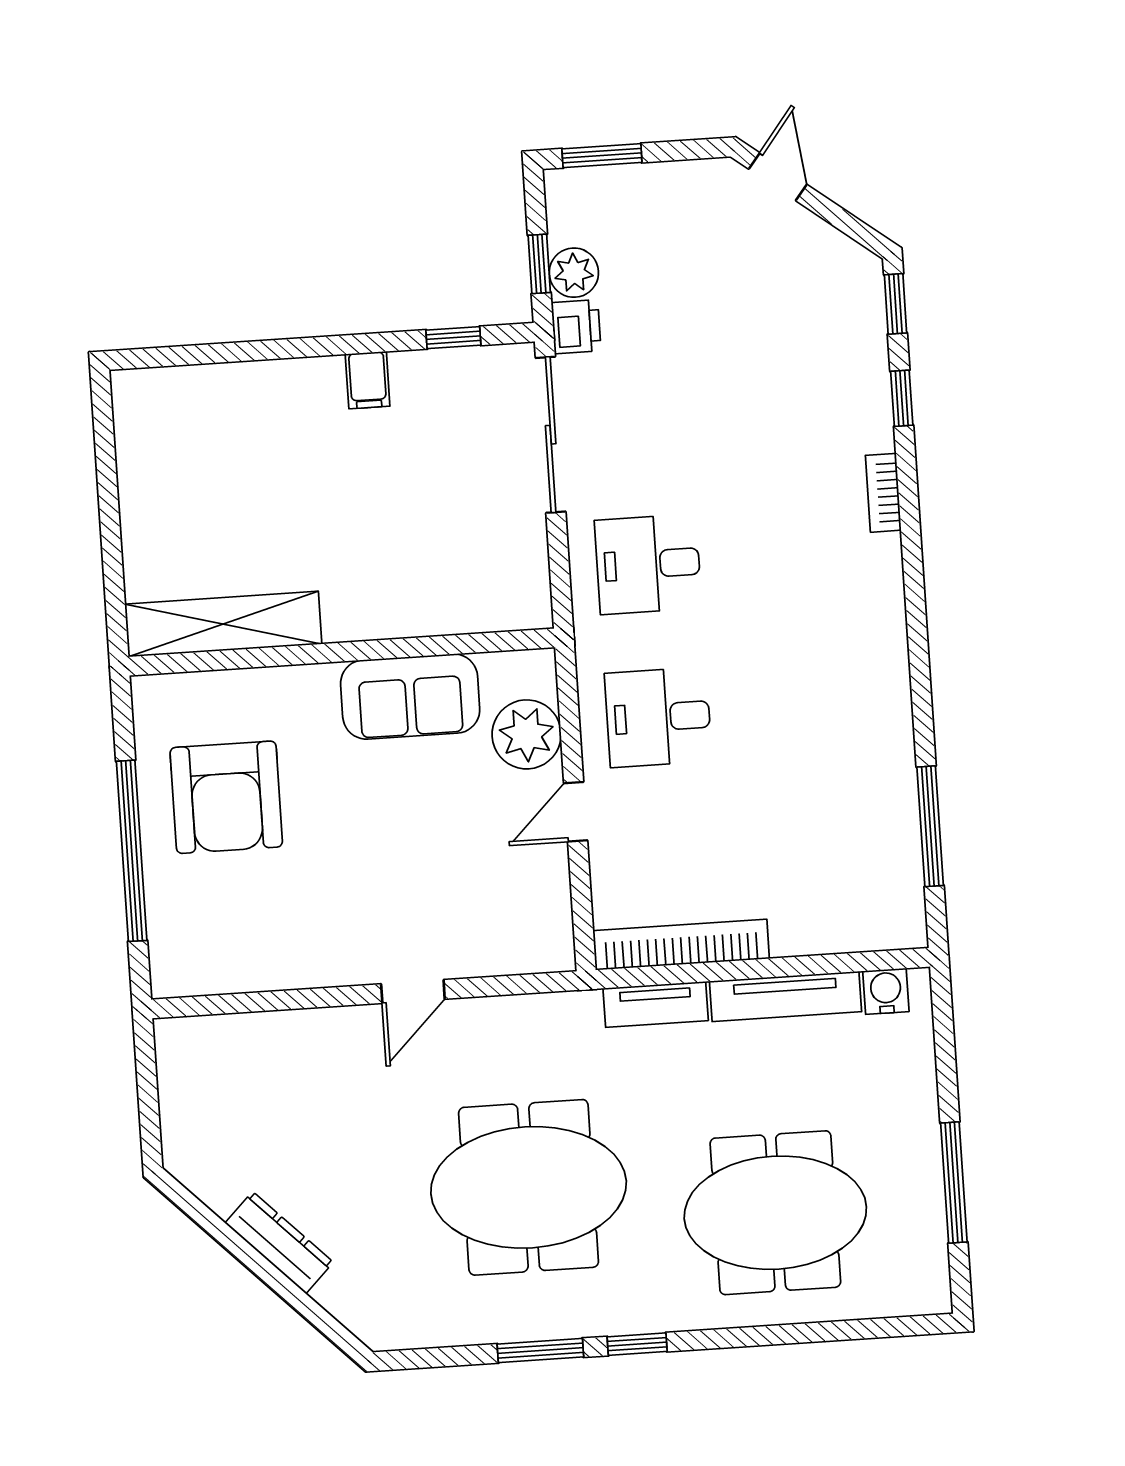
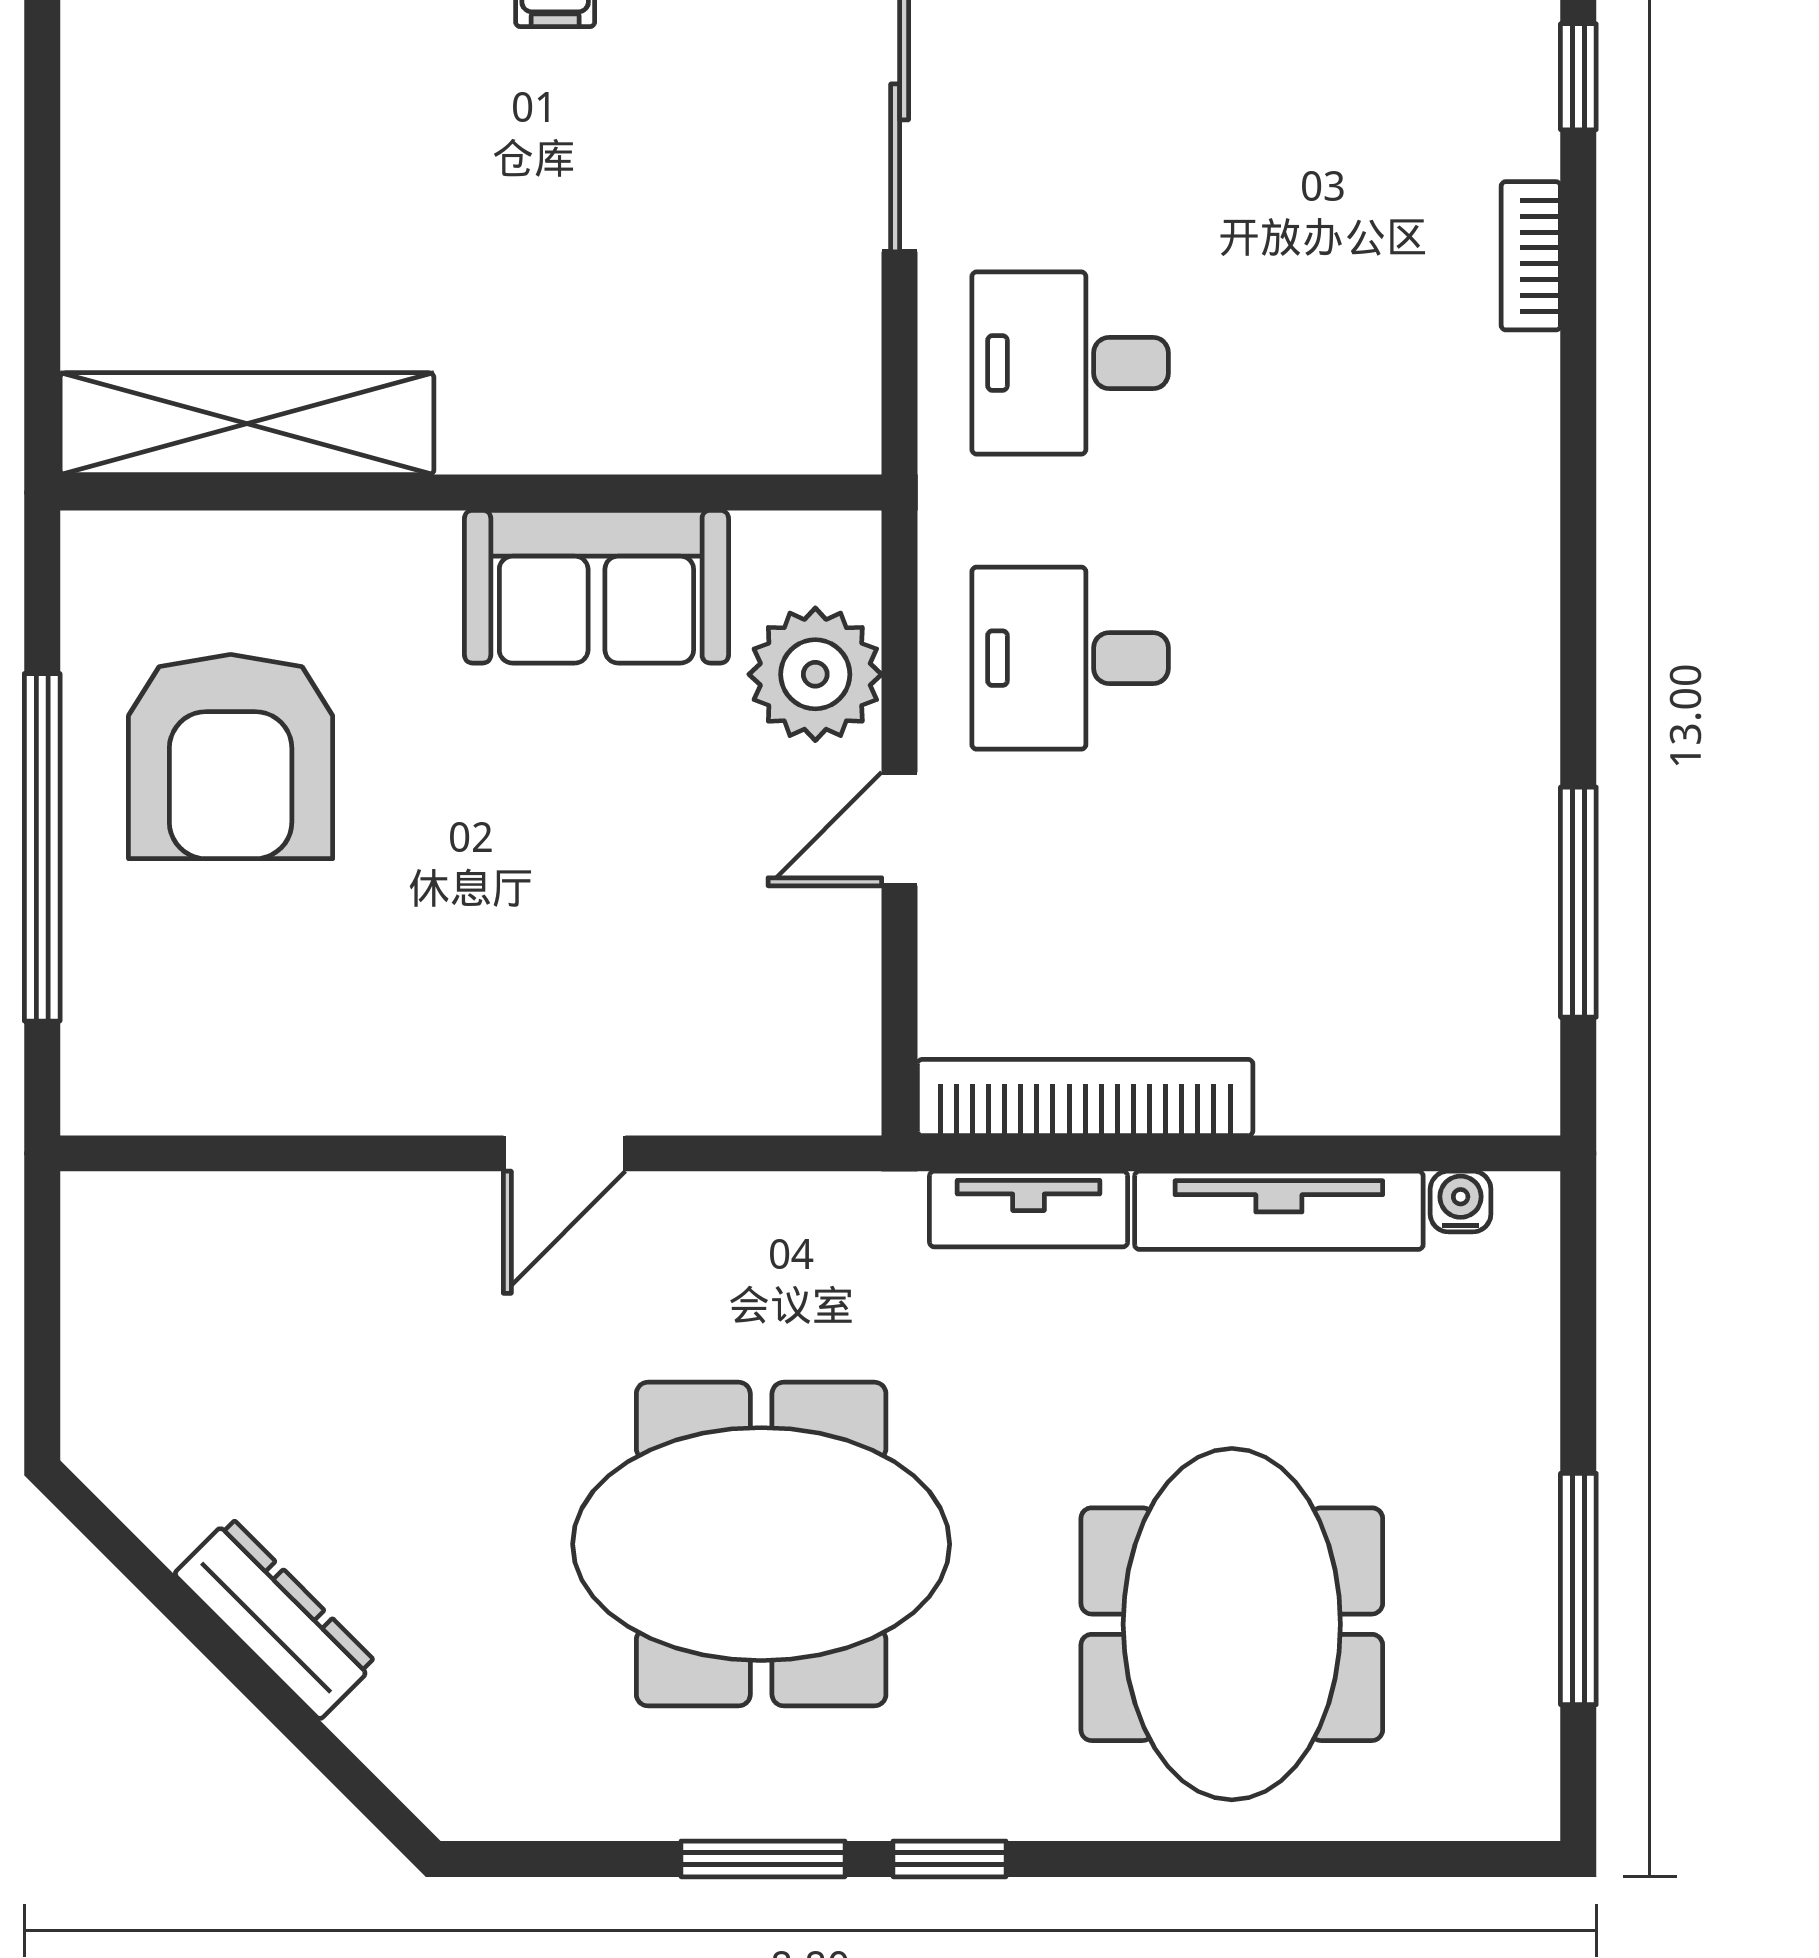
water cooler: (886, 991) -> (1461, 1202), width x0.72, depth x0.72
meeting table: (775, 1213) -> (1232, 1624), turned 90

